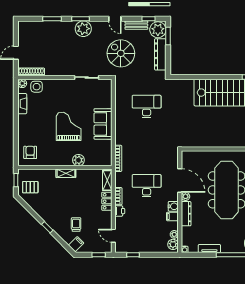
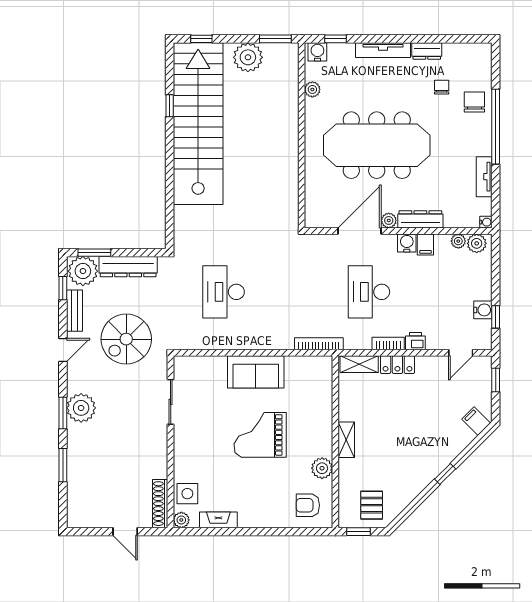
plant: (78, 160) -> (322, 468), moved
trolley: (76, 224) -> (440, 421), removed
water cooler: (137, 248) -> (483, 310), added

